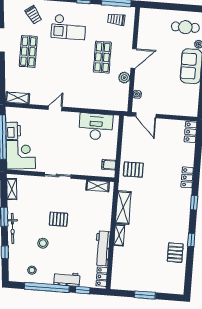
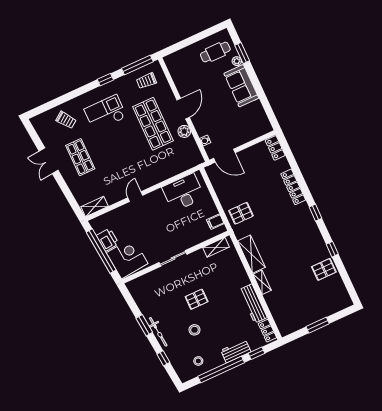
checkout: (69, 27) -> (105, 113), turned 180
shop shelf: (102, 57) -> (153, 124), width x1.43, depth x1.36
locker: (187, 177) -> (293, 187), width x1.53
shelving: (12, 189) -> (137, 295), removed
pallet: (175, 253) -> (324, 269), turned 90

